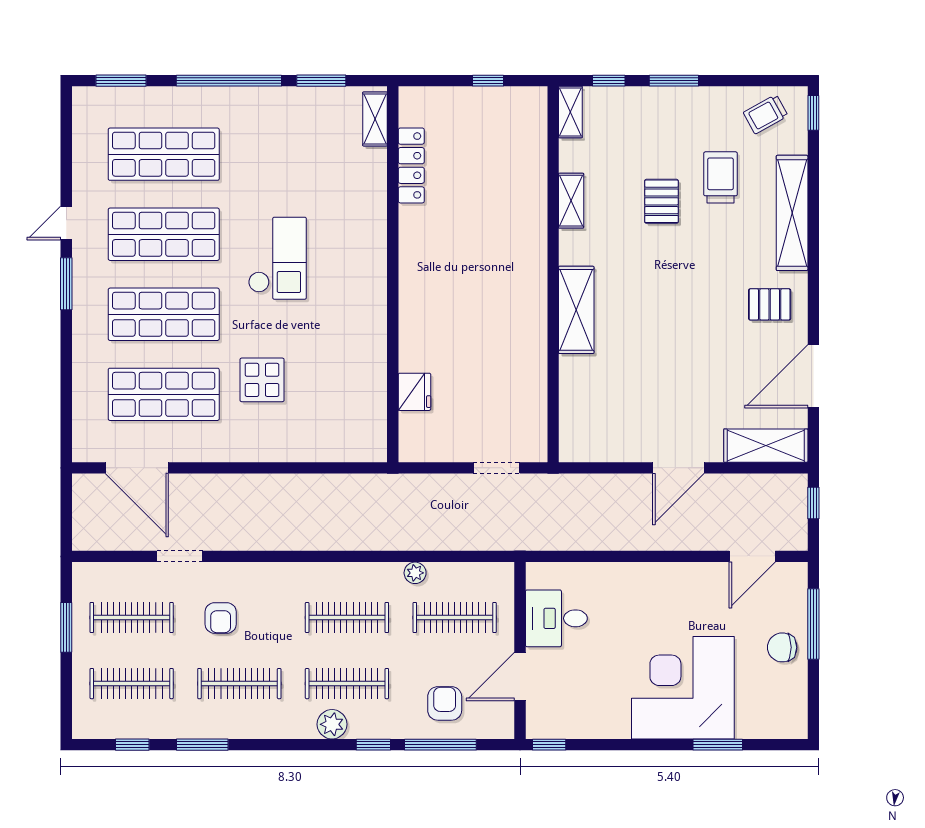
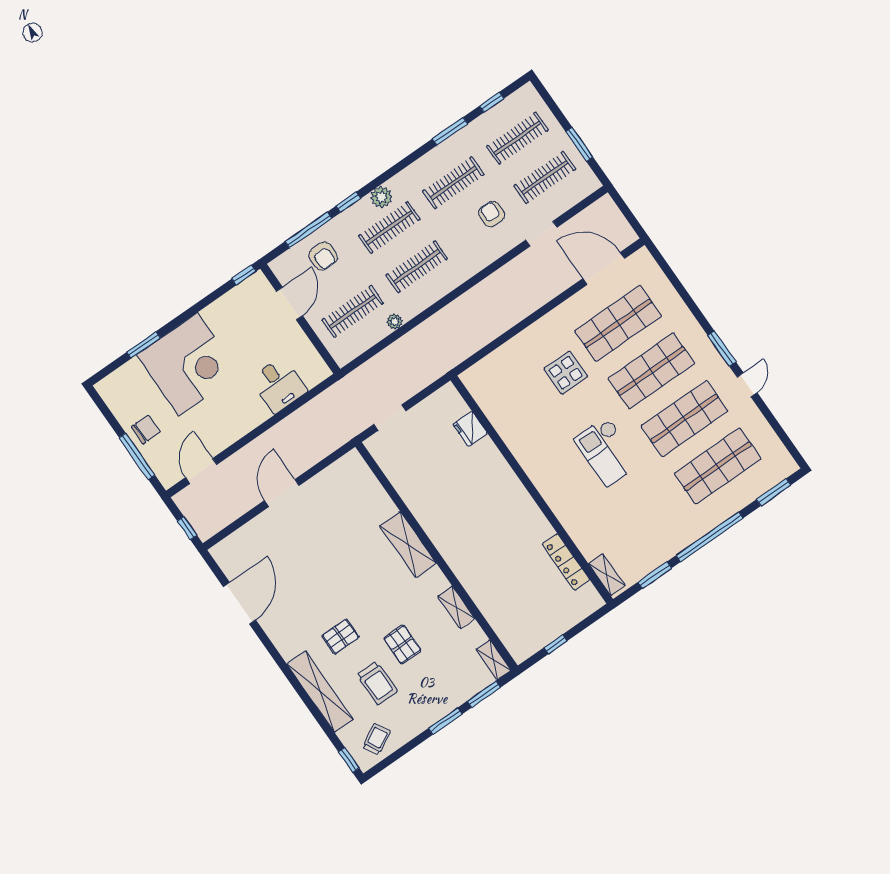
window: (609, 81) -> (484, 694), width x1.50
pallet: (770, 304) -> (340, 636), moved
shelving: (766, 446) -> (239, 542), removed
desk: (556, 618) -> (279, 385), moved, turned 90

